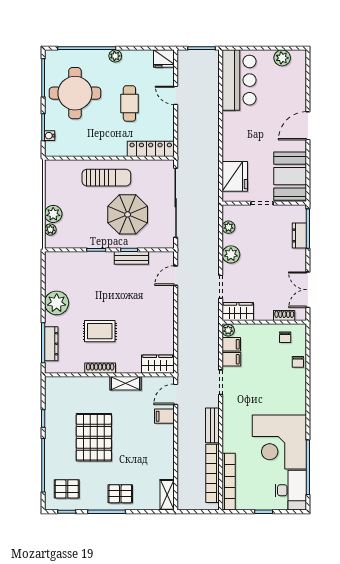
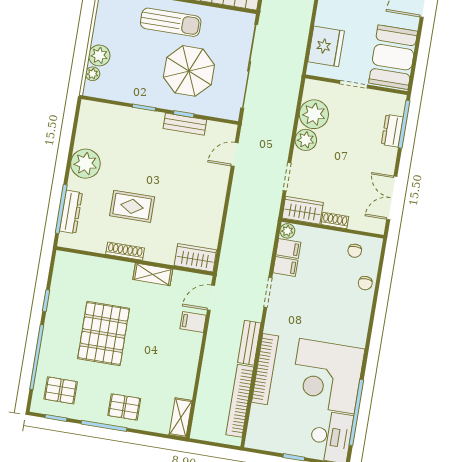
plant: (228, 227) -> (314, 114), width x1.88, depth x1.88
shoe rack: (284, 315) -> (335, 221), moved
bookcase: (229, 482) -> (265, 369), moved

